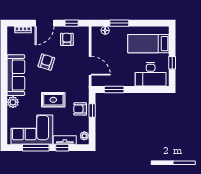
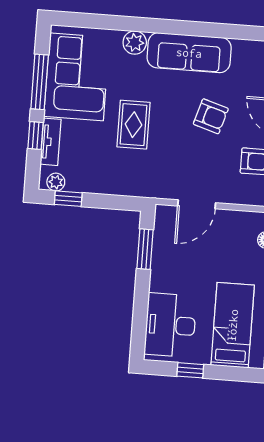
armchair: (80, 109) -> (111, 177), removed
window: (92, 111) -> (68, 199), moved

